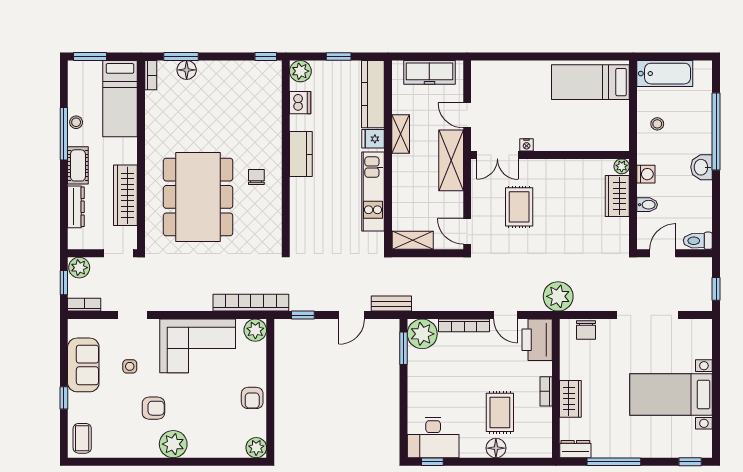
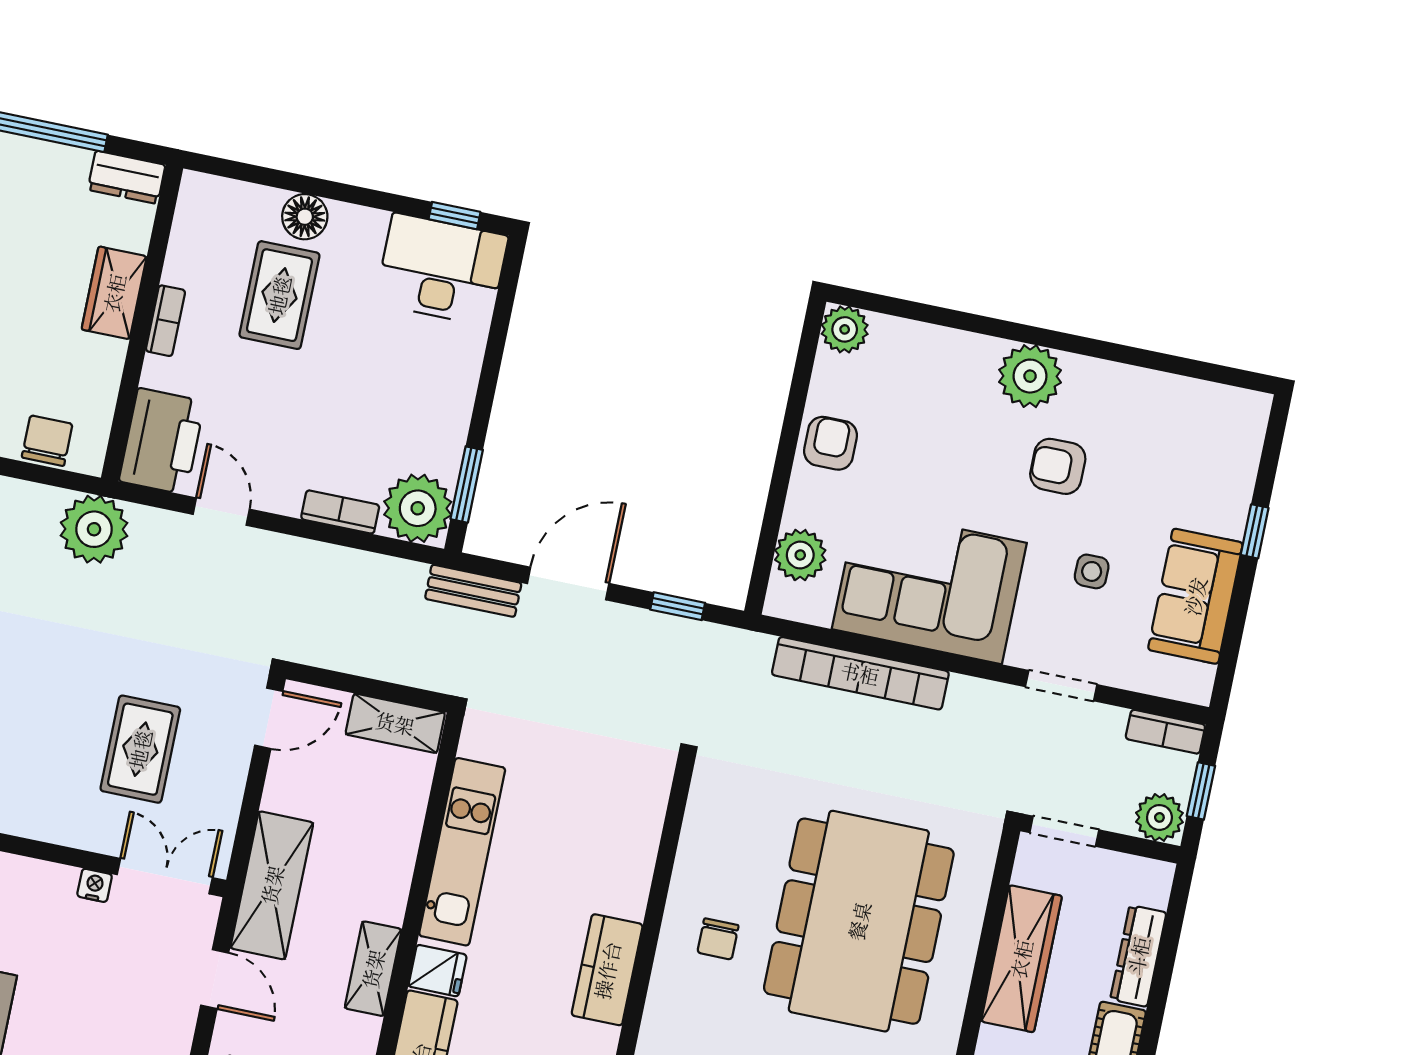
door: (467, 231) -> (269, 718), hinge flipped
bookcase: (251, 303) -> (860, 673), moved
door: (352, 315) -> (568, 584), width x1.38
bookcase: (464, 325) -> (340, 512), width x0.64
plant: (255, 330) -> (800, 555), moved
coffee table: (82, 438) -> (1232, 432), removed

